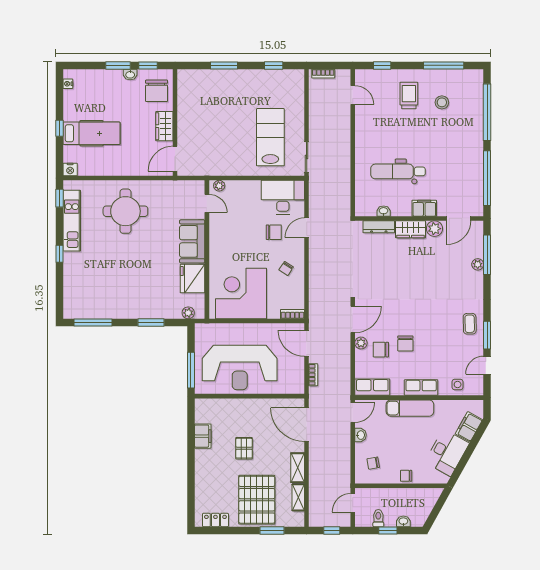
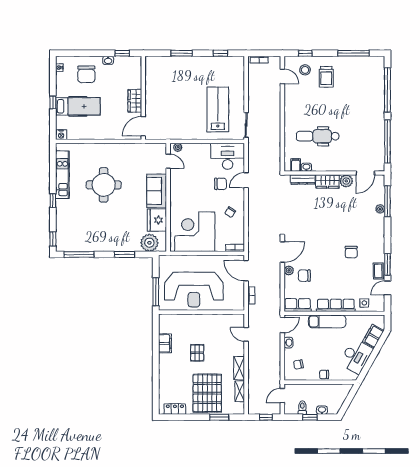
window: (118, 65) -> (99, 53), removed
chair: (157, 91) -> (86, 74), moved
trolley: (409, 95) -> (326, 77), turned 180
stool: (442, 102) -> (305, 70), moved
window: (60, 198) -> (53, 239), moved
filing cabinet: (424, 208) -> (296, 165), moved, width x0.50
round table: (125, 211) -> (104, 185), moved
plant: (188, 313) -> (149, 243), width x1.88, depth x1.88
coffee table: (470, 324) -> (378, 271), moved
chair: (405, 343) -> (351, 252), moved
row of seats: (421, 387) -> (336, 305), width x1.48
door: (307, 425) -> (246, 334), width x0.53

